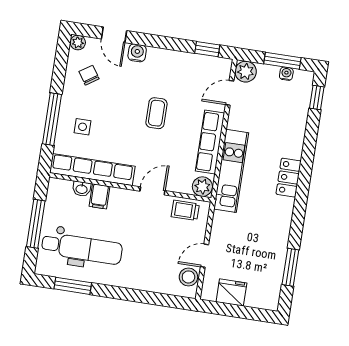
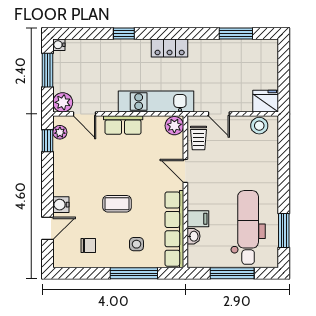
plant: (78, 43) -> (60, 132), moved
water cooler: (286, 74) -> (59, 45), moved
chair: (89, 75) -> (88, 246), turned -146
window: (317, 98) -> (124, 33), moved
coffee table: (156, 113) -> (117, 204), moved
row of seats: (210, 142) -> (123, 125), width x0.68
locker: (289, 178) -> (170, 48), moved
door: (204, 256) -> (219, 114), moved
fridge: (231, 293) -> (266, 101), moved, turned 90

